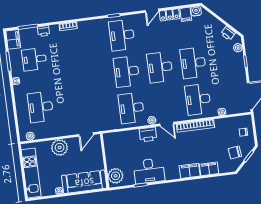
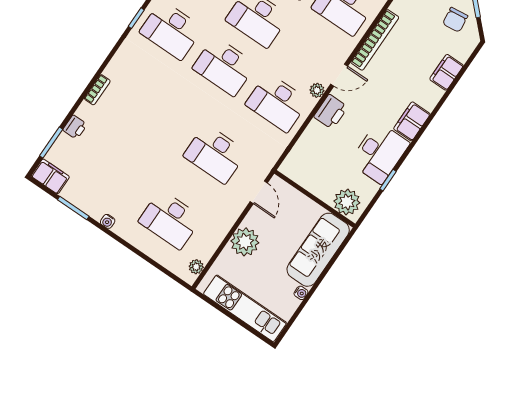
desk: (34, 59) -> (215, 154), moved, width x1.37
filing cabinet: (190, 171) -> (412, 121), moved

